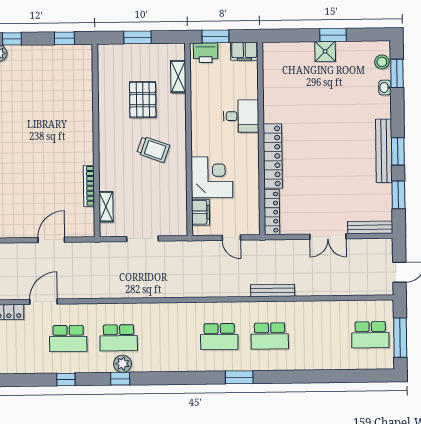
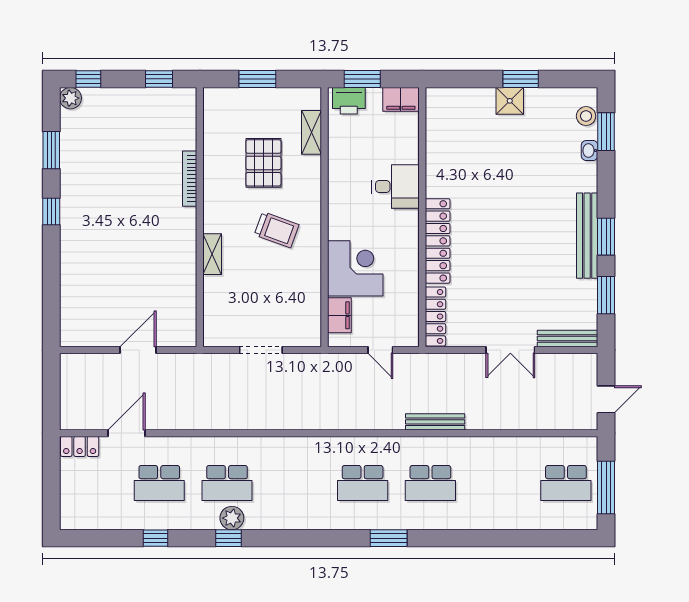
bookcase: (89, 186) -> (190, 179), moved
shelving: (106, 207) -> (212, 254), moved

